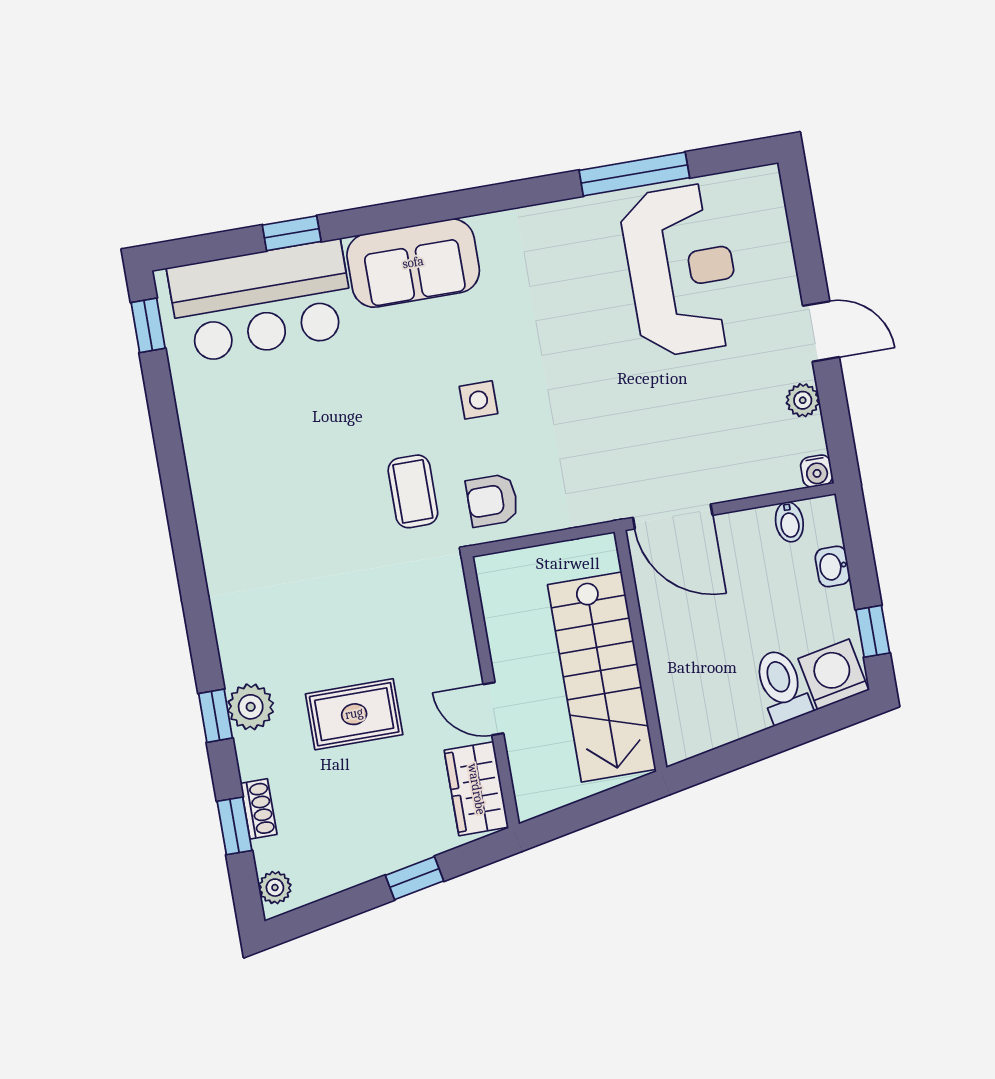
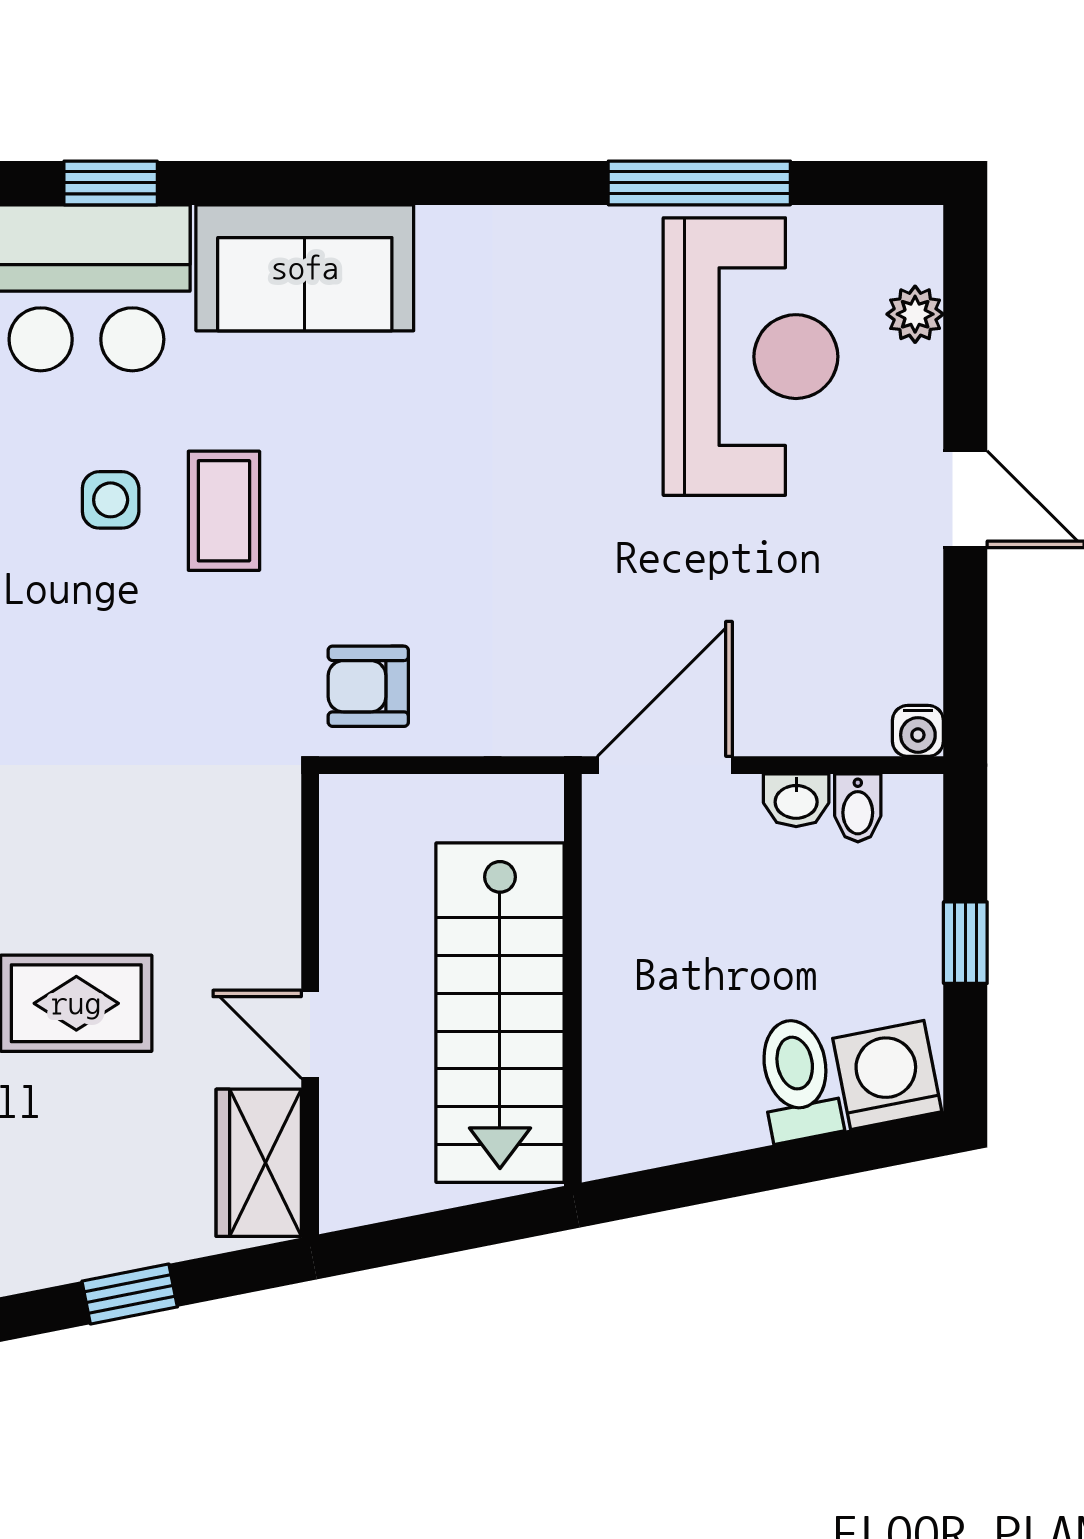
side table: (479, 400) -> (111, 500), moved
plant: (803, 400) -> (915, 314), moved
coffee table: (413, 491) -> (224, 511), moved
door: (673, 516) -> (665, 765), swing flipped
washbasin: (833, 566) -> (796, 800), moved, turned -90
window: (873, 631) -> (965, 943), moved

